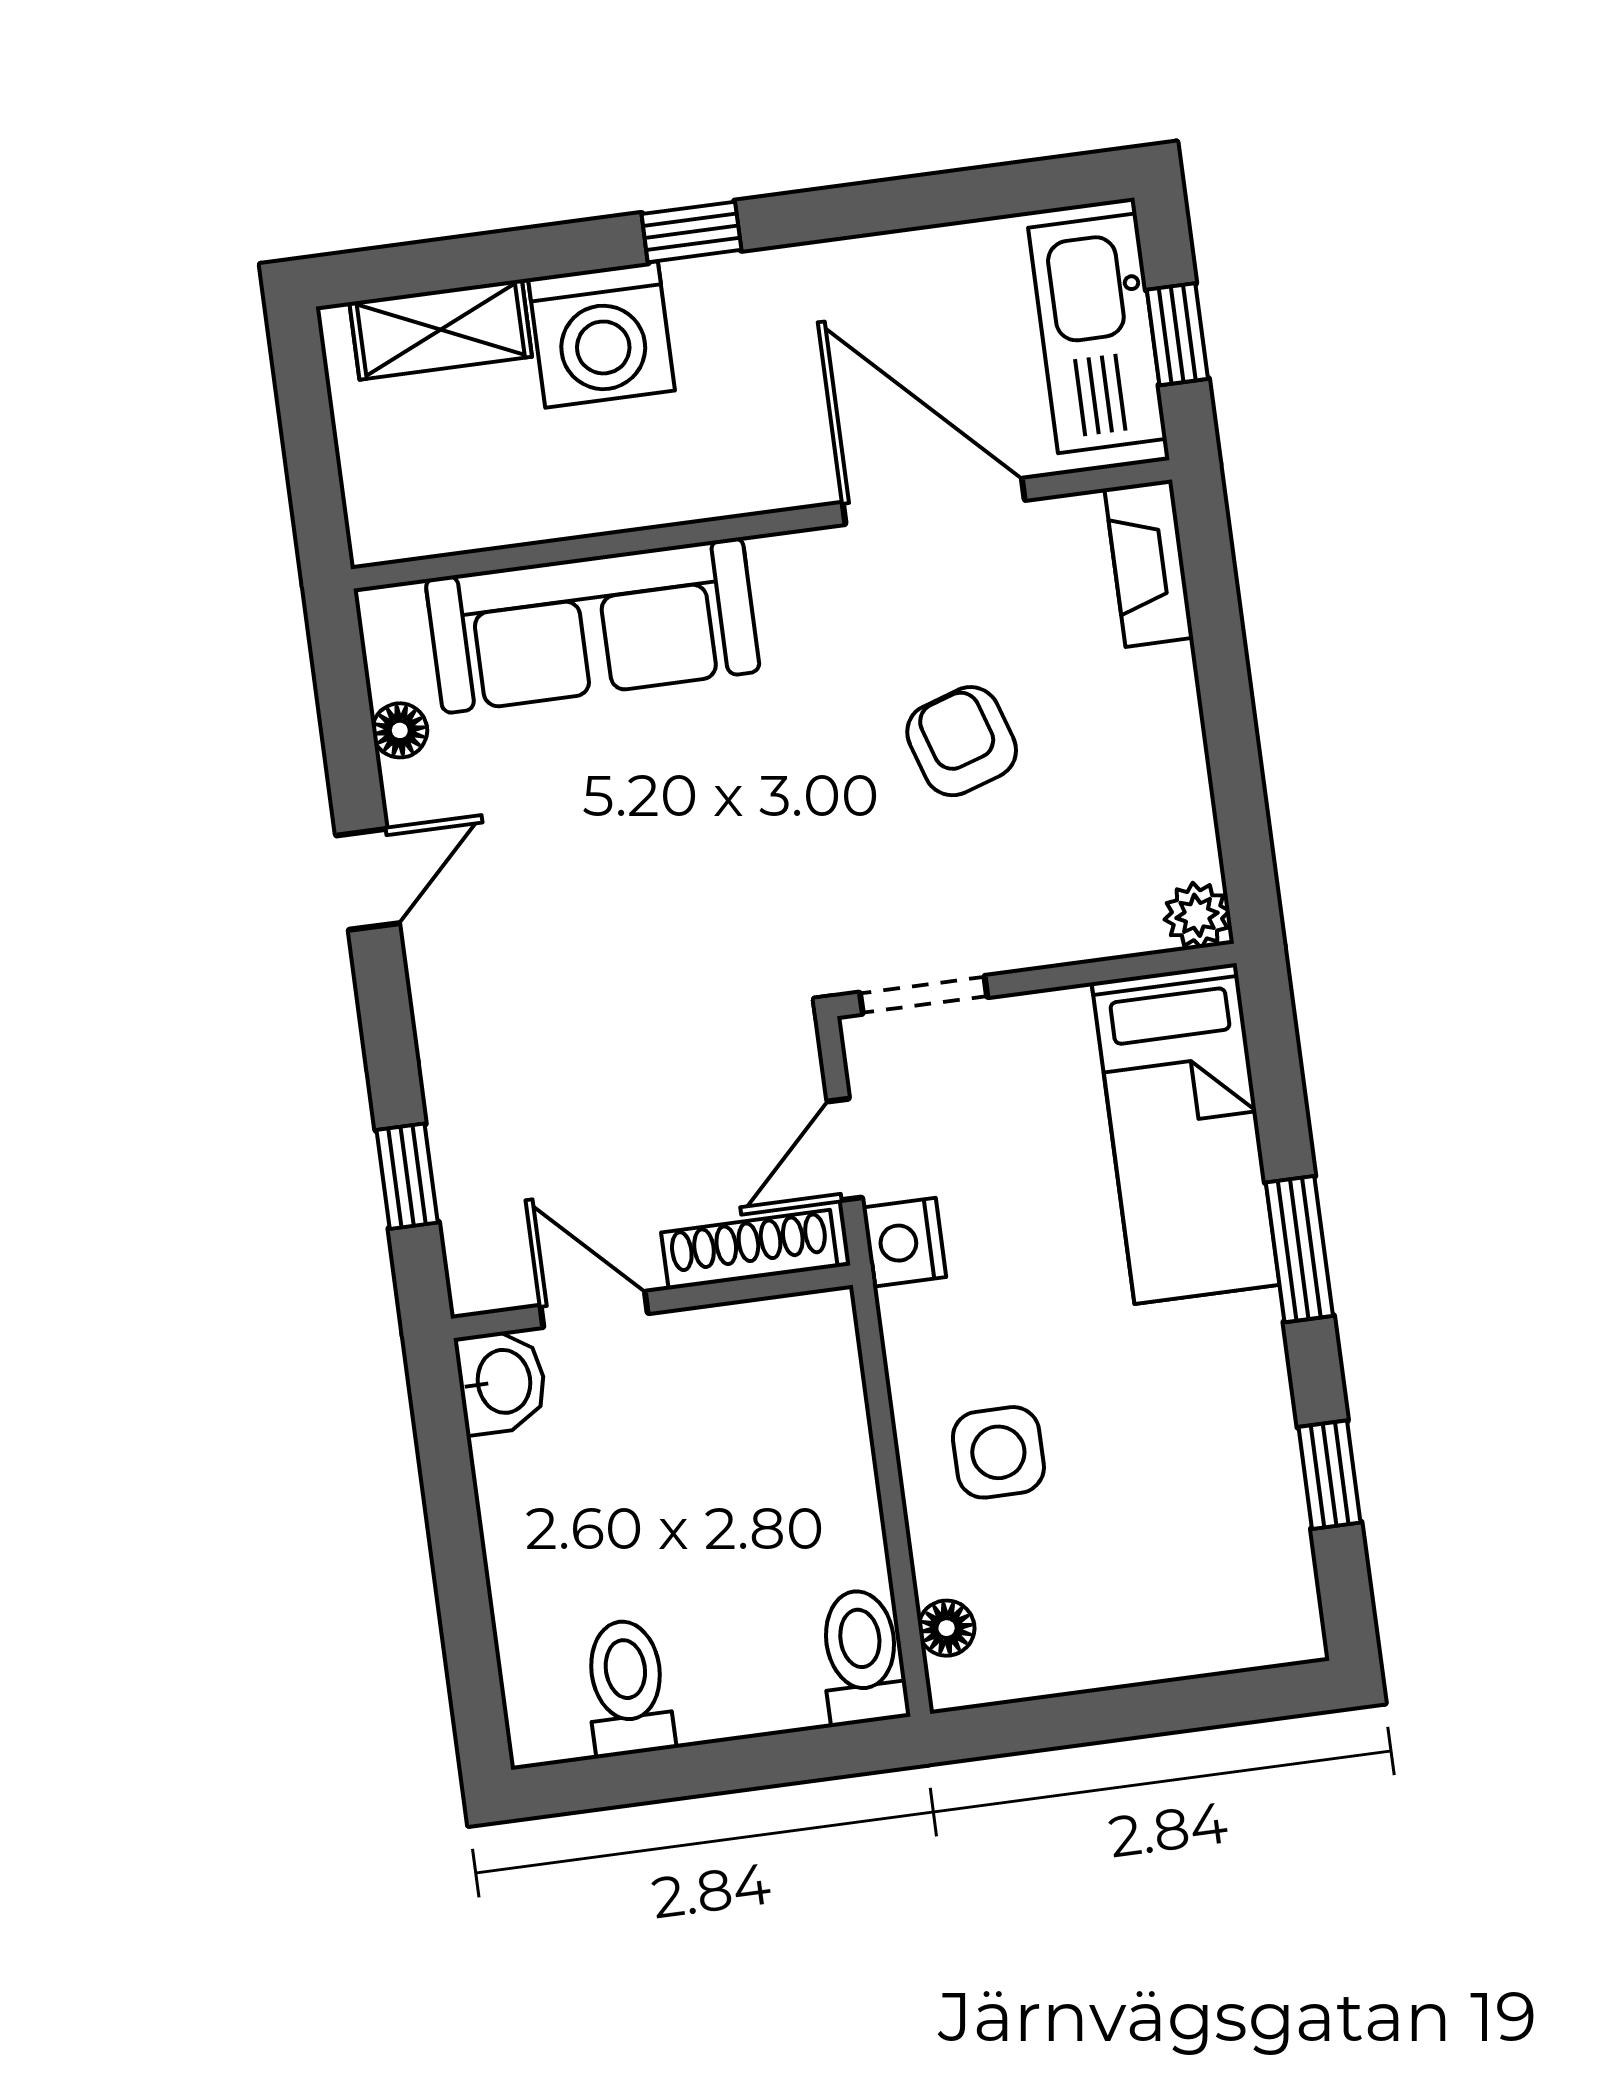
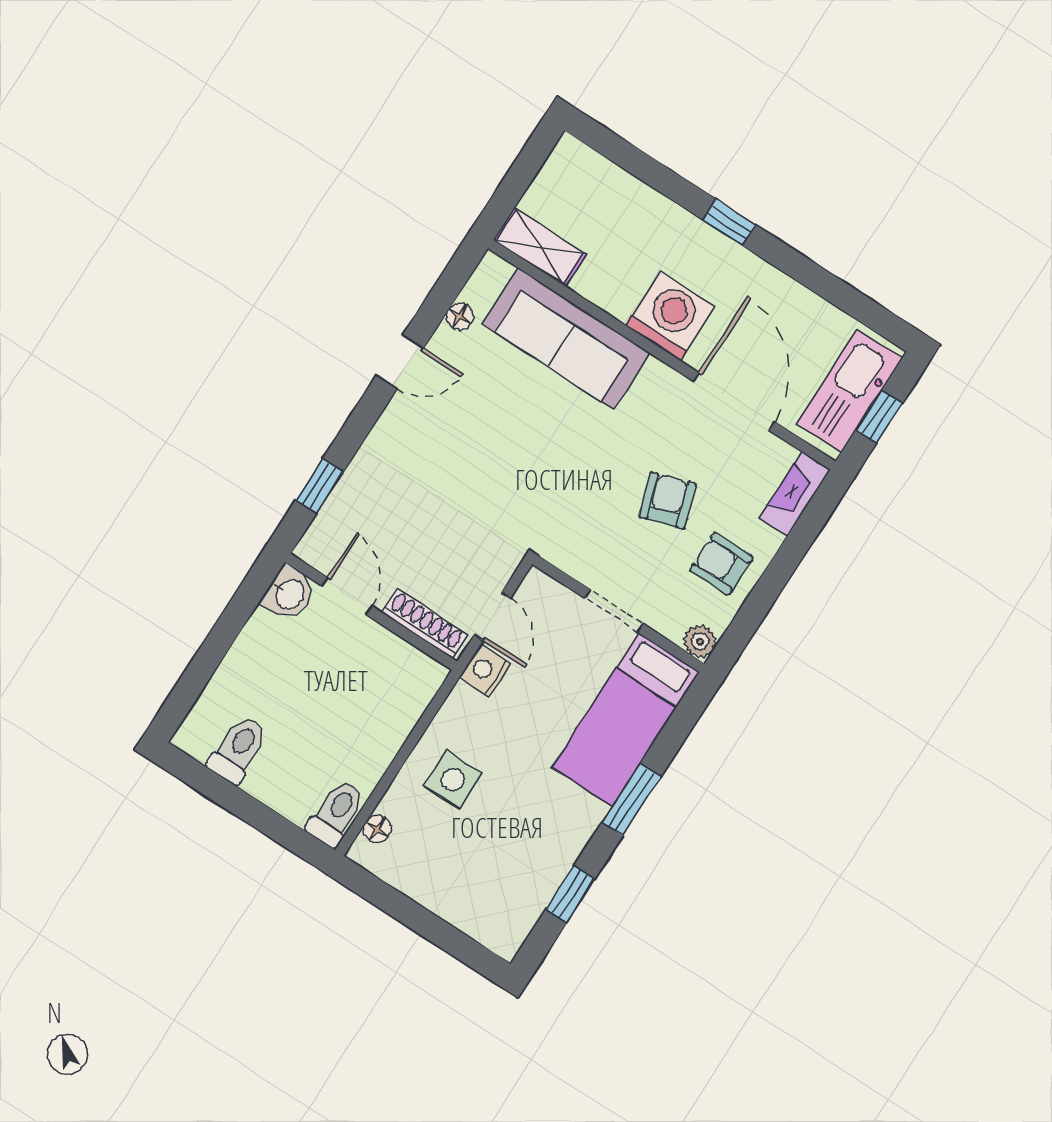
shelving: (441, 329) -> (540, 247), moved
washing machine: (602, 334) -> (671, 316), moved, turned 180
armchair: (1128, 768) -> (721, 564), added
doorway: (924, 995) -> (614, 611), moved
door: (845, 1150) -> (493, 616), swing flipped

